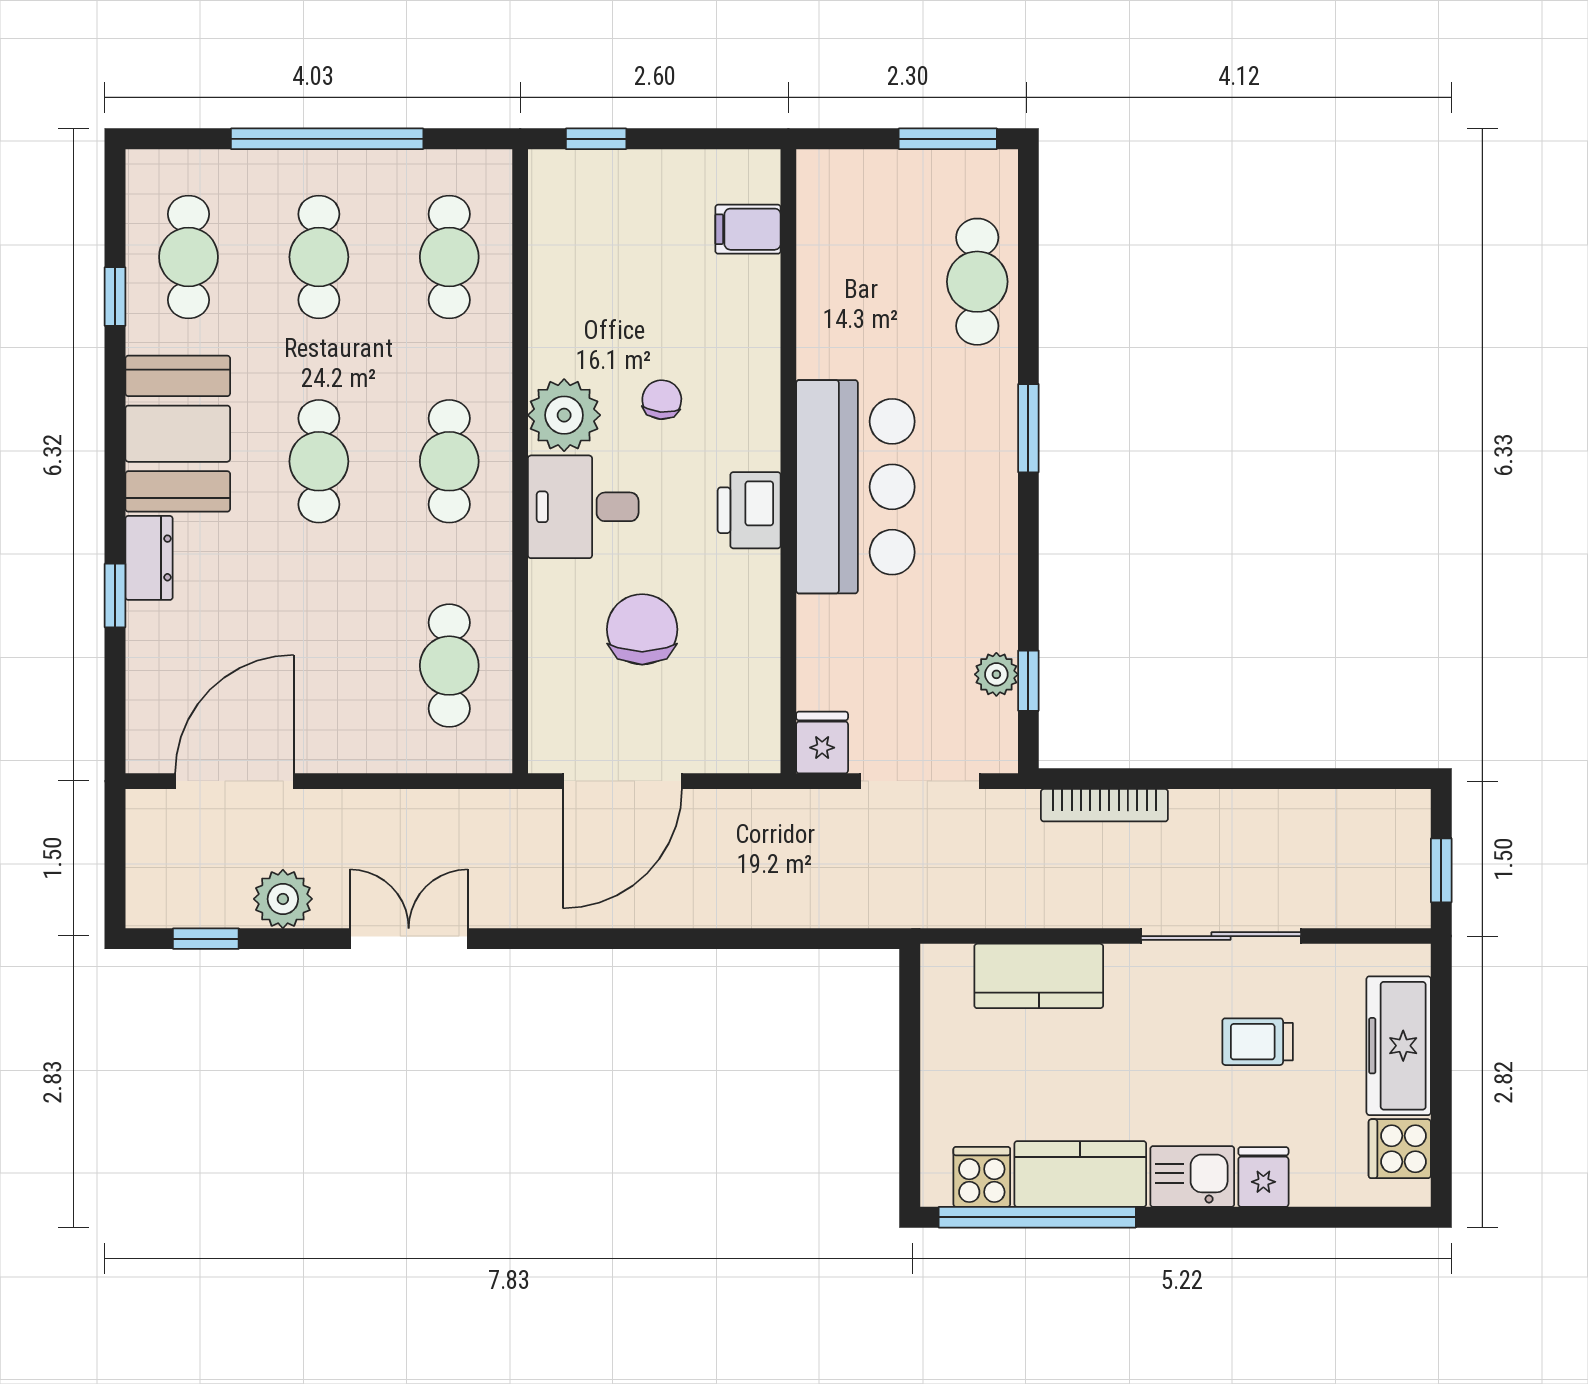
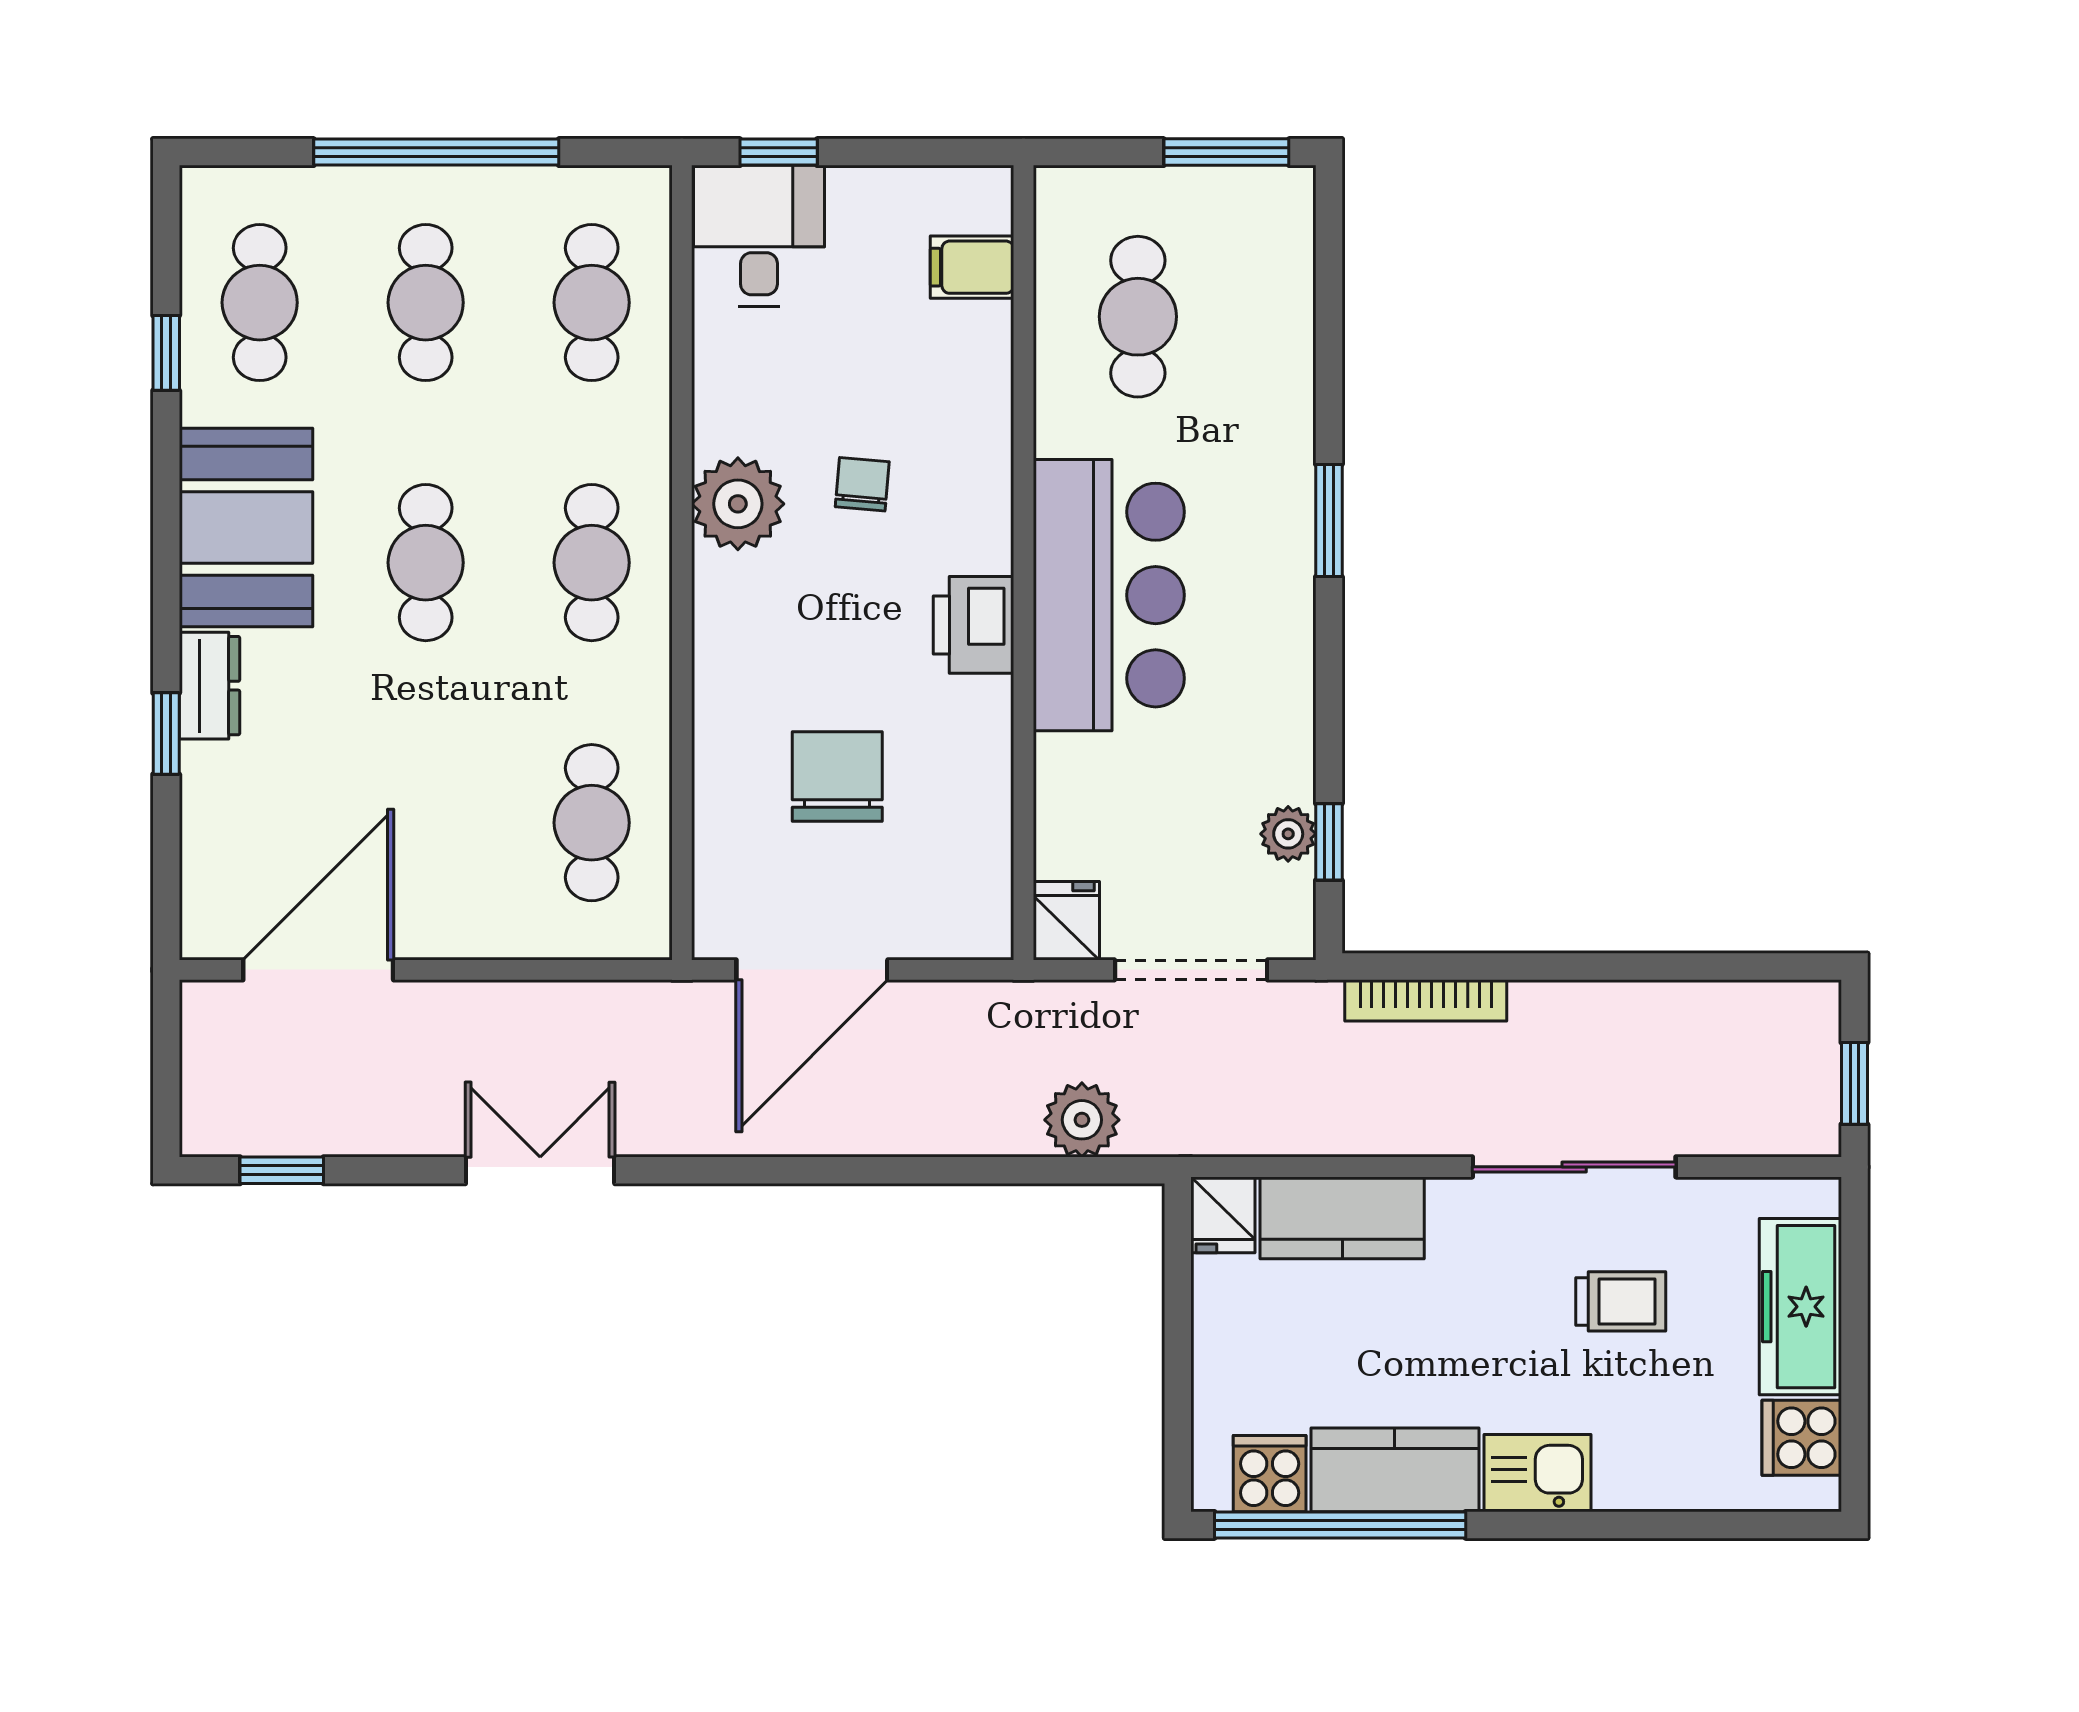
cafe table: (977, 282) -> (1138, 317), moved
desk: (583, 507) -> (759, 236), moved, turned 90
plant: (283, 899) -> (1082, 1120), moved
trolley: (1258, 1042) -> (1621, 1301), turned 180
fridge: (1263, 1177) -> (1223, 1215), moved, turned 180

